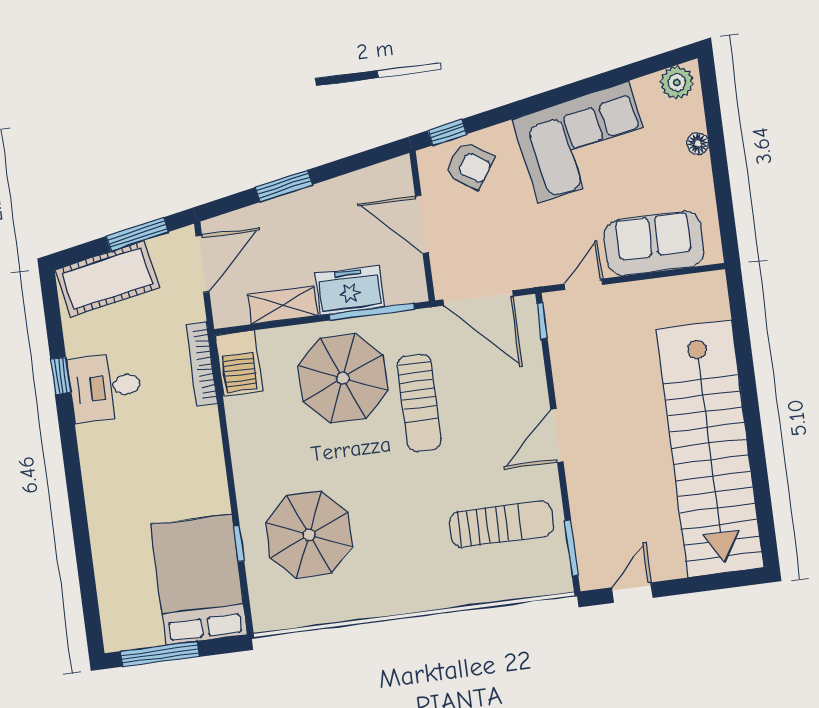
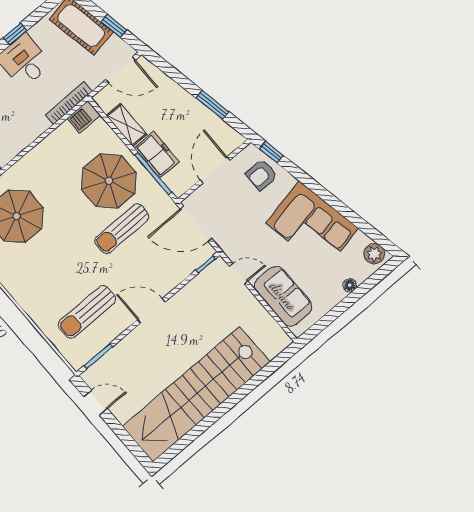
armchair: (470, 165) -> (262, 175), turned 56
window: (284, 186) -> (212, 105), moved
window: (137, 234) -> (114, 26), width x0.67
door: (478, 298) -> (196, 224), hinge flipped
barbecue: (239, 363) -> (84, 117), width x0.73, depth x0.79
sun lounger: (501, 524) -> (87, 312), turned 90

